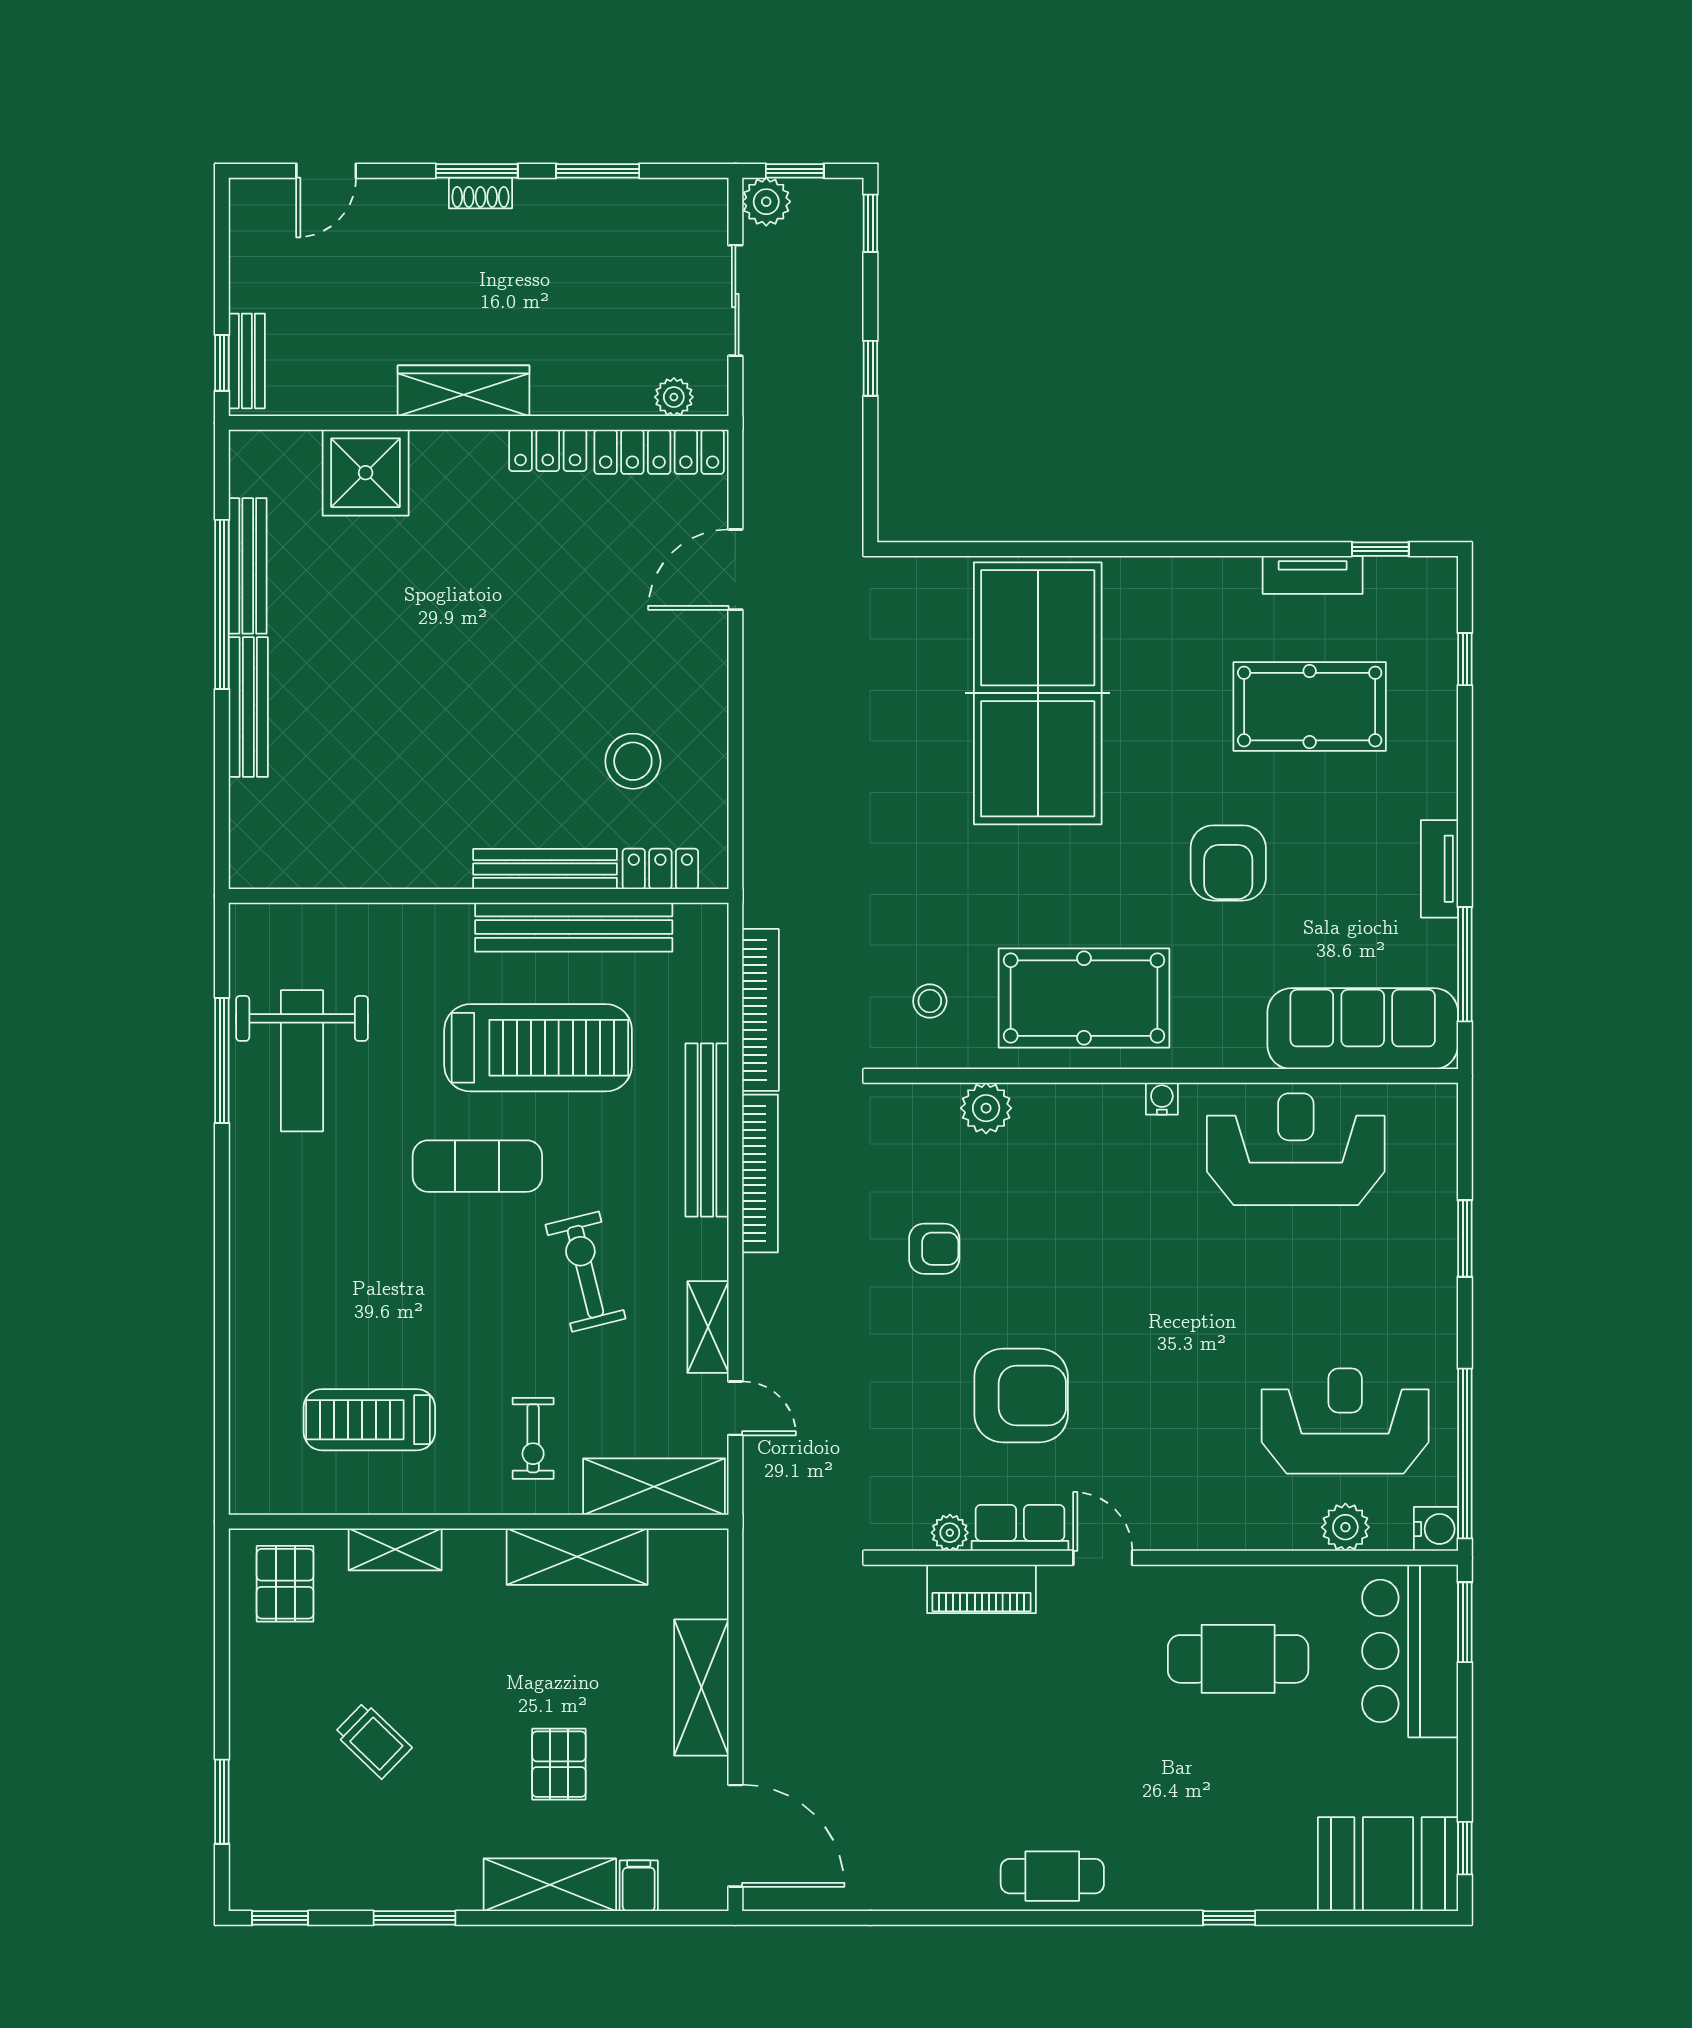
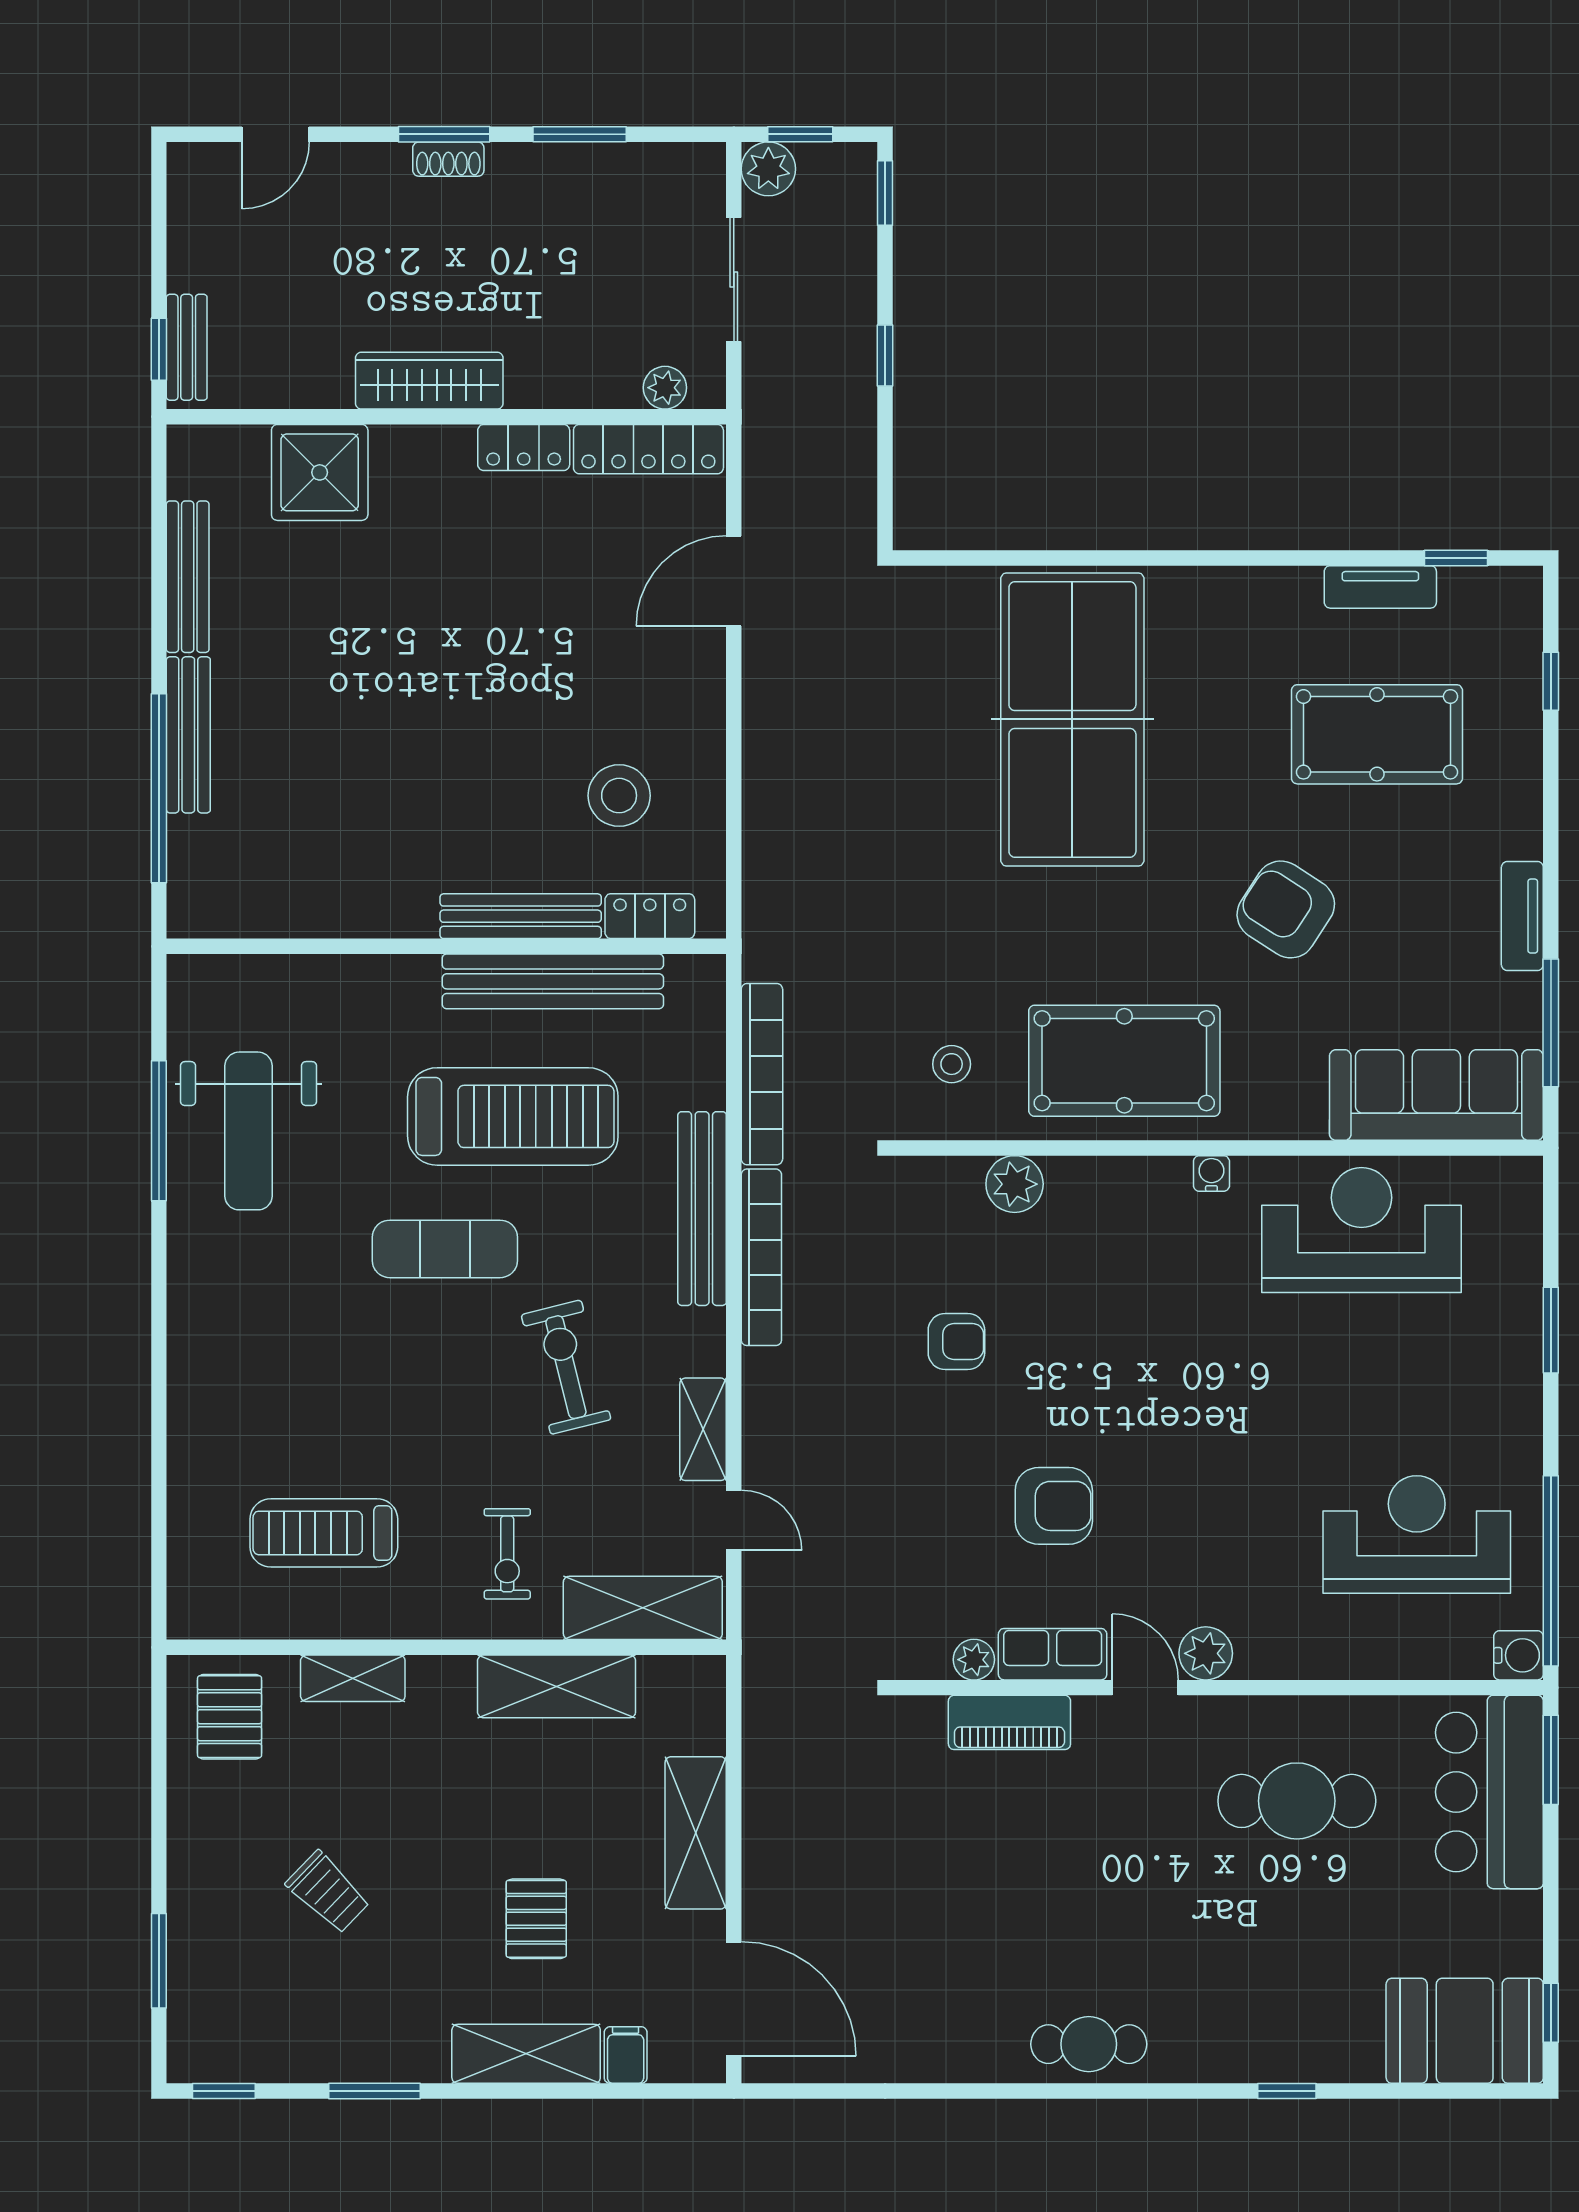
window: (222, 604) -> (159, 788), moved
armchair: (1228, 863) -> (1286, 909), turned 123
armchair: (1021, 1395) -> (1054, 1506), width x0.73, depth x0.73
plant: (1345, 1527) -> (1206, 1653), moved

